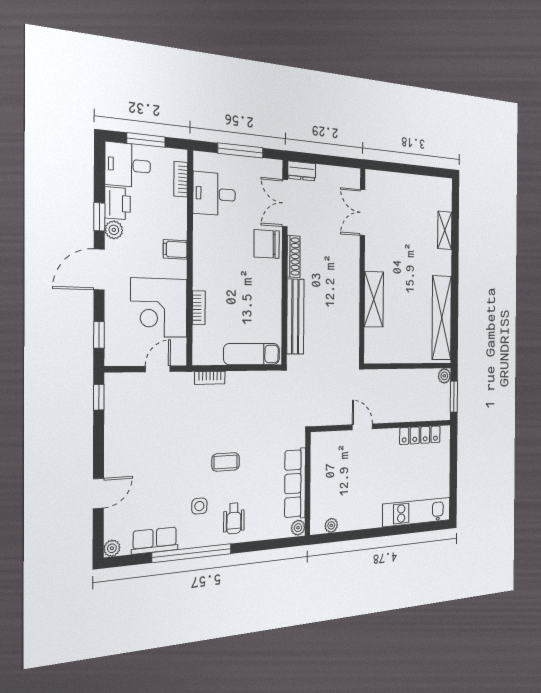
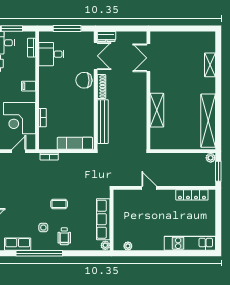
double door: (285, 203) -> (96, 56), swing flipped

